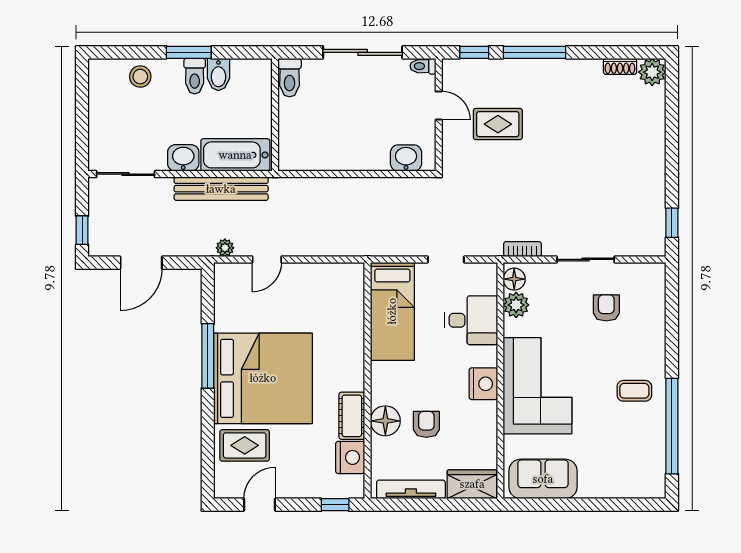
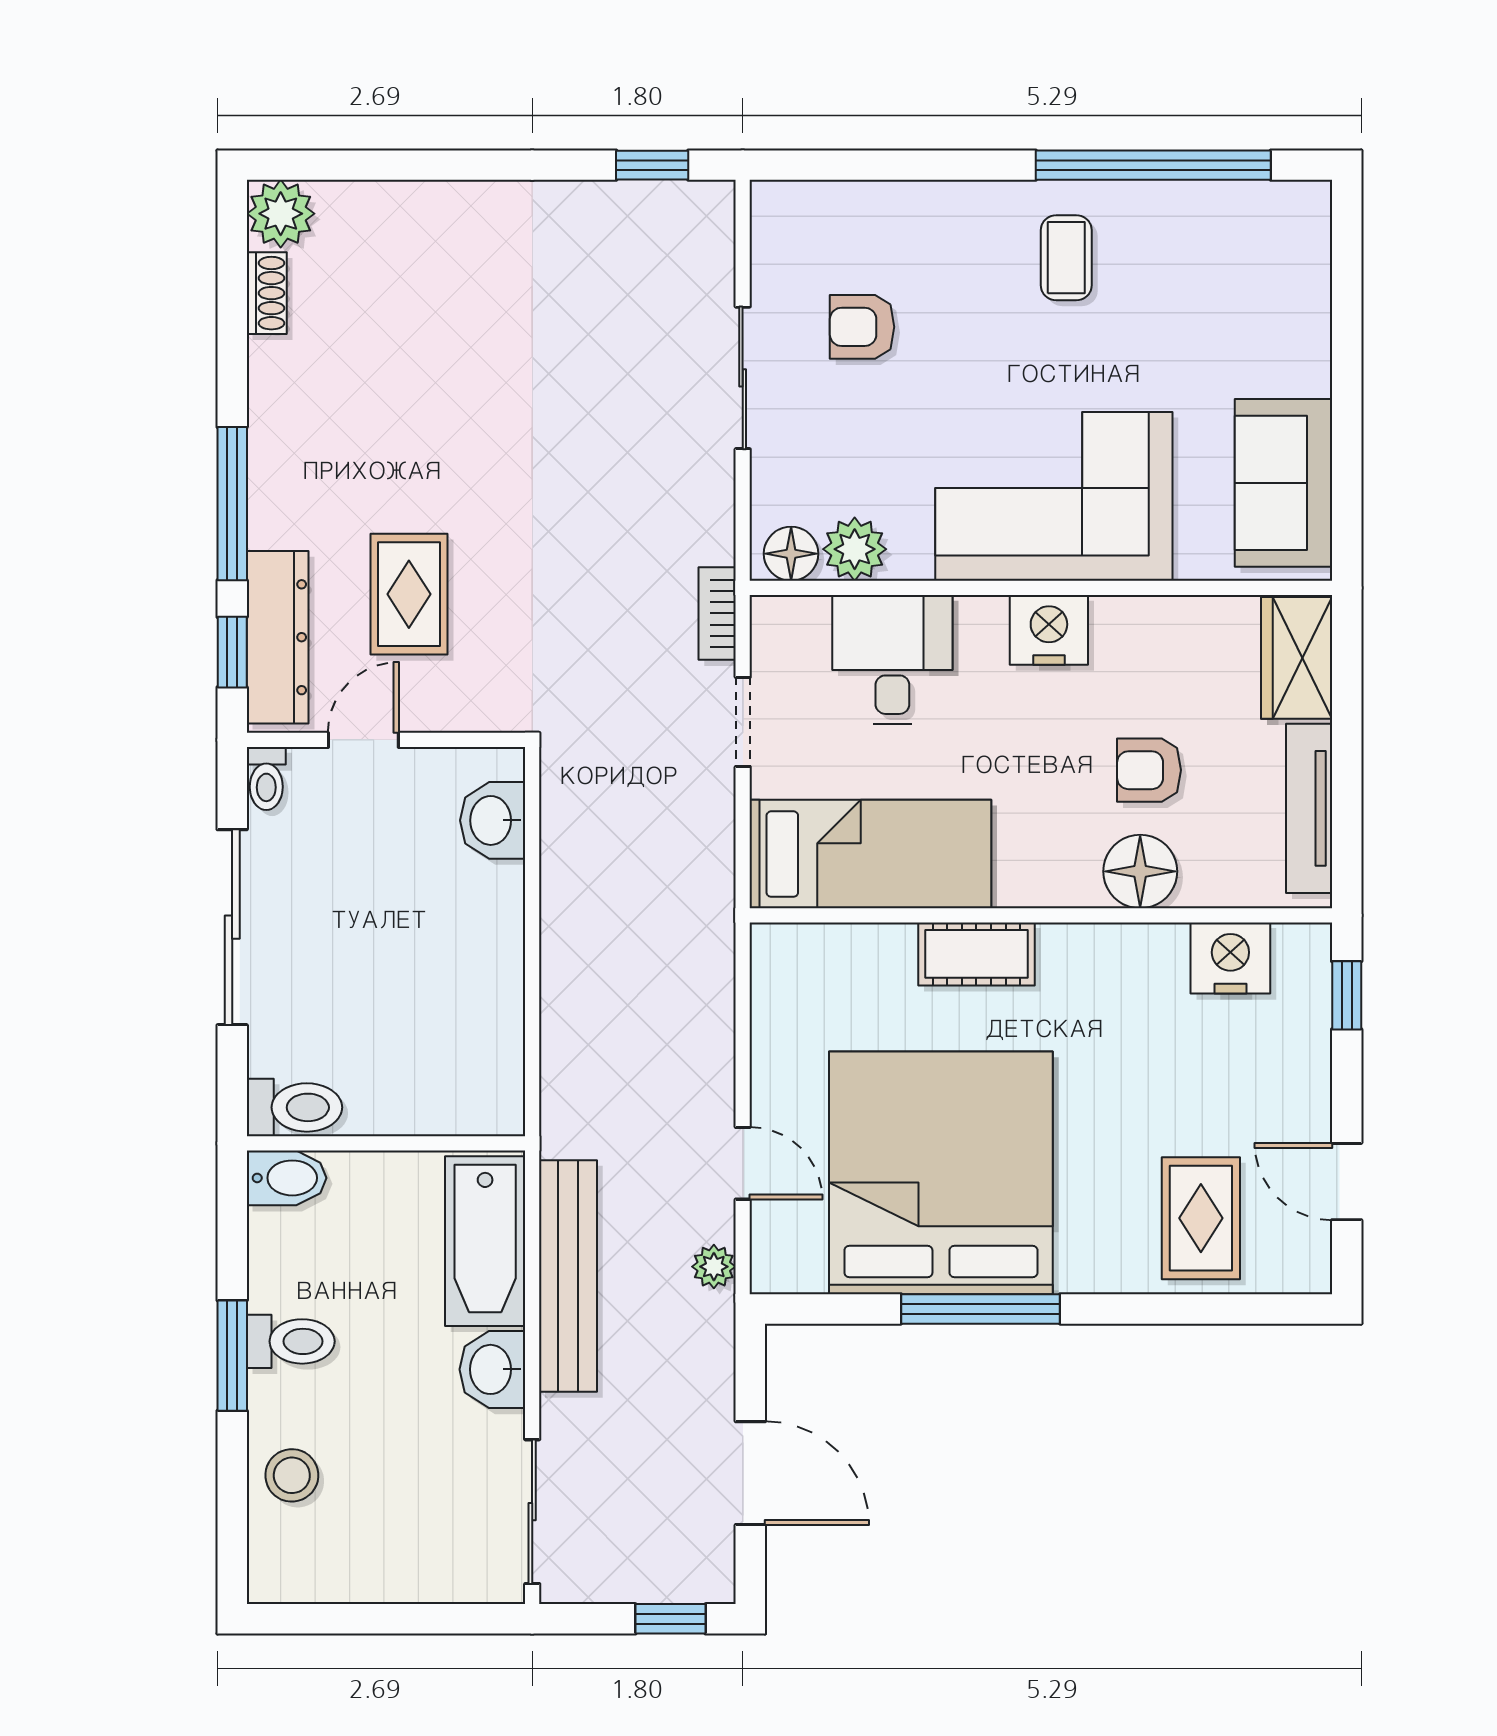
dresser: (480, 71) -> (278, 637), added
bidet: (218, 74) -> (287, 1178), moved
bookcase: (522, 249) -> (717, 613), moved
bed: (263, 378) -> (941, 1173), moved
cot: (352, 416) -> (976, 954), moved

